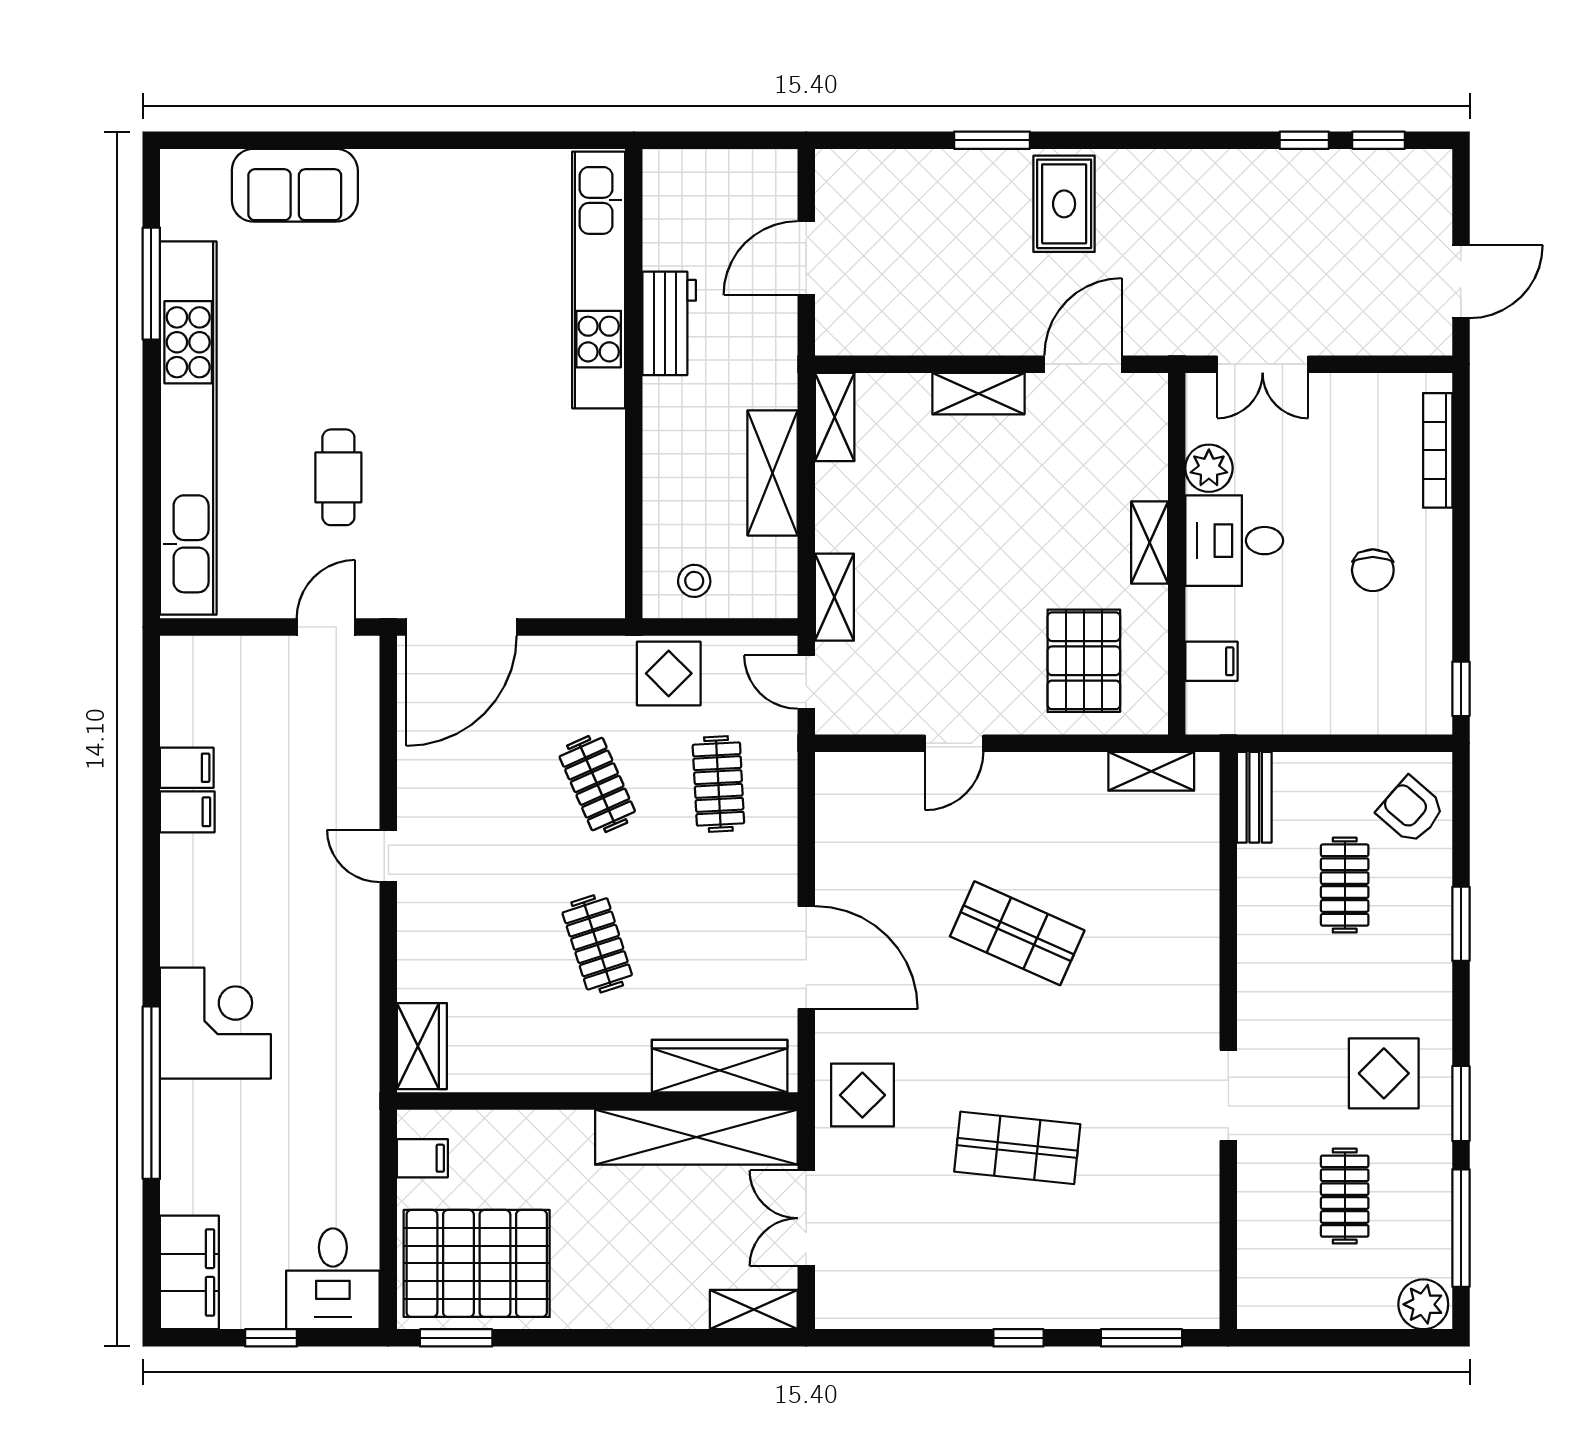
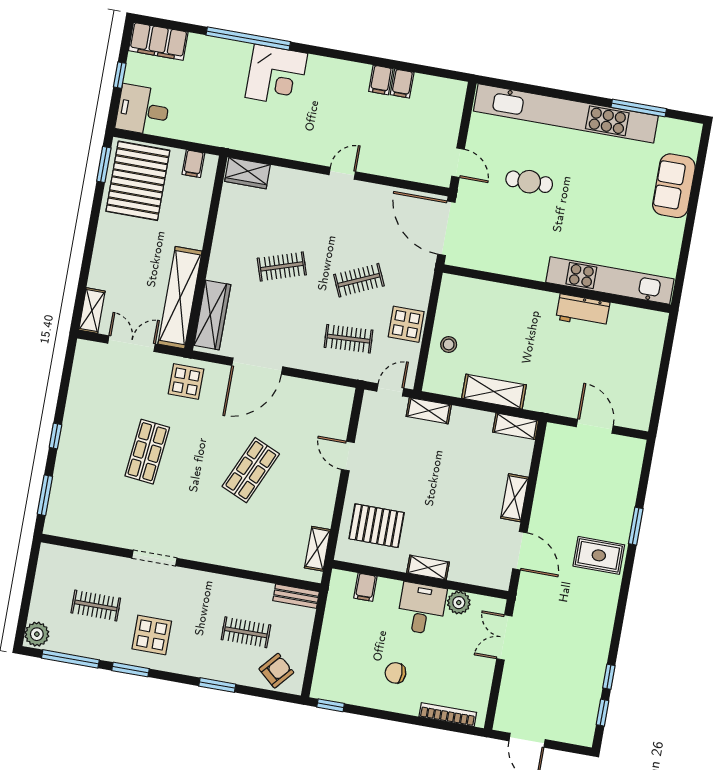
kitchen unit: (599, 280) -> (610, 281), moved
workbench: (669, 323) -> (583, 311), moved
wall: (634, 384) -> (557, 289), moved

